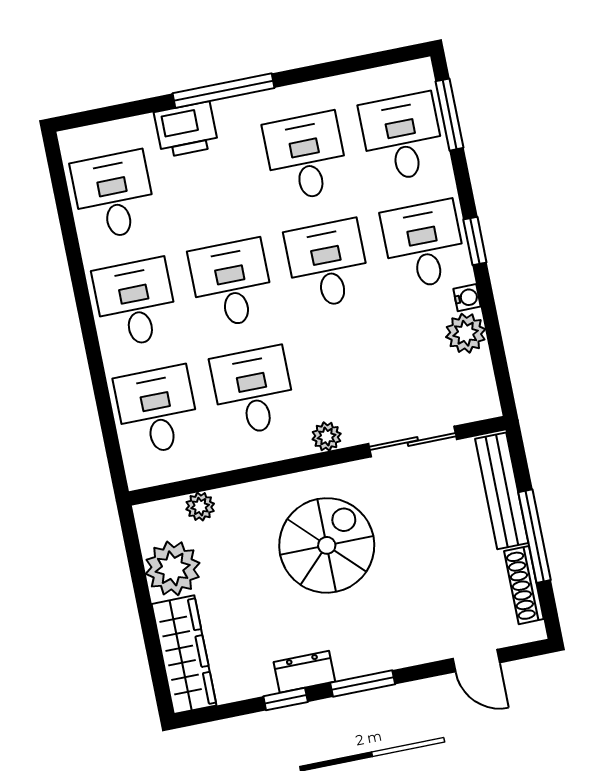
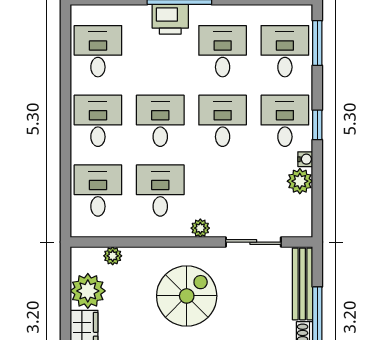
printer: (186, 130) -> (170, 19), moved

